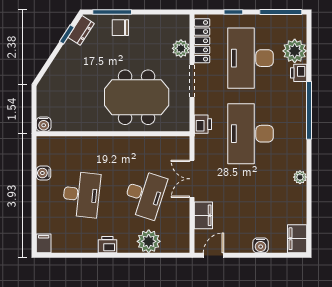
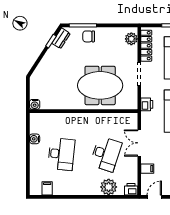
plant: (181, 48) -> (131, 39), moved
filing cabinet: (203, 215) -> (147, 169), width x0.50
filing cabinet: (44, 243) -> (47, 188), moved
printer: (107, 245) -> (131, 189), moved

